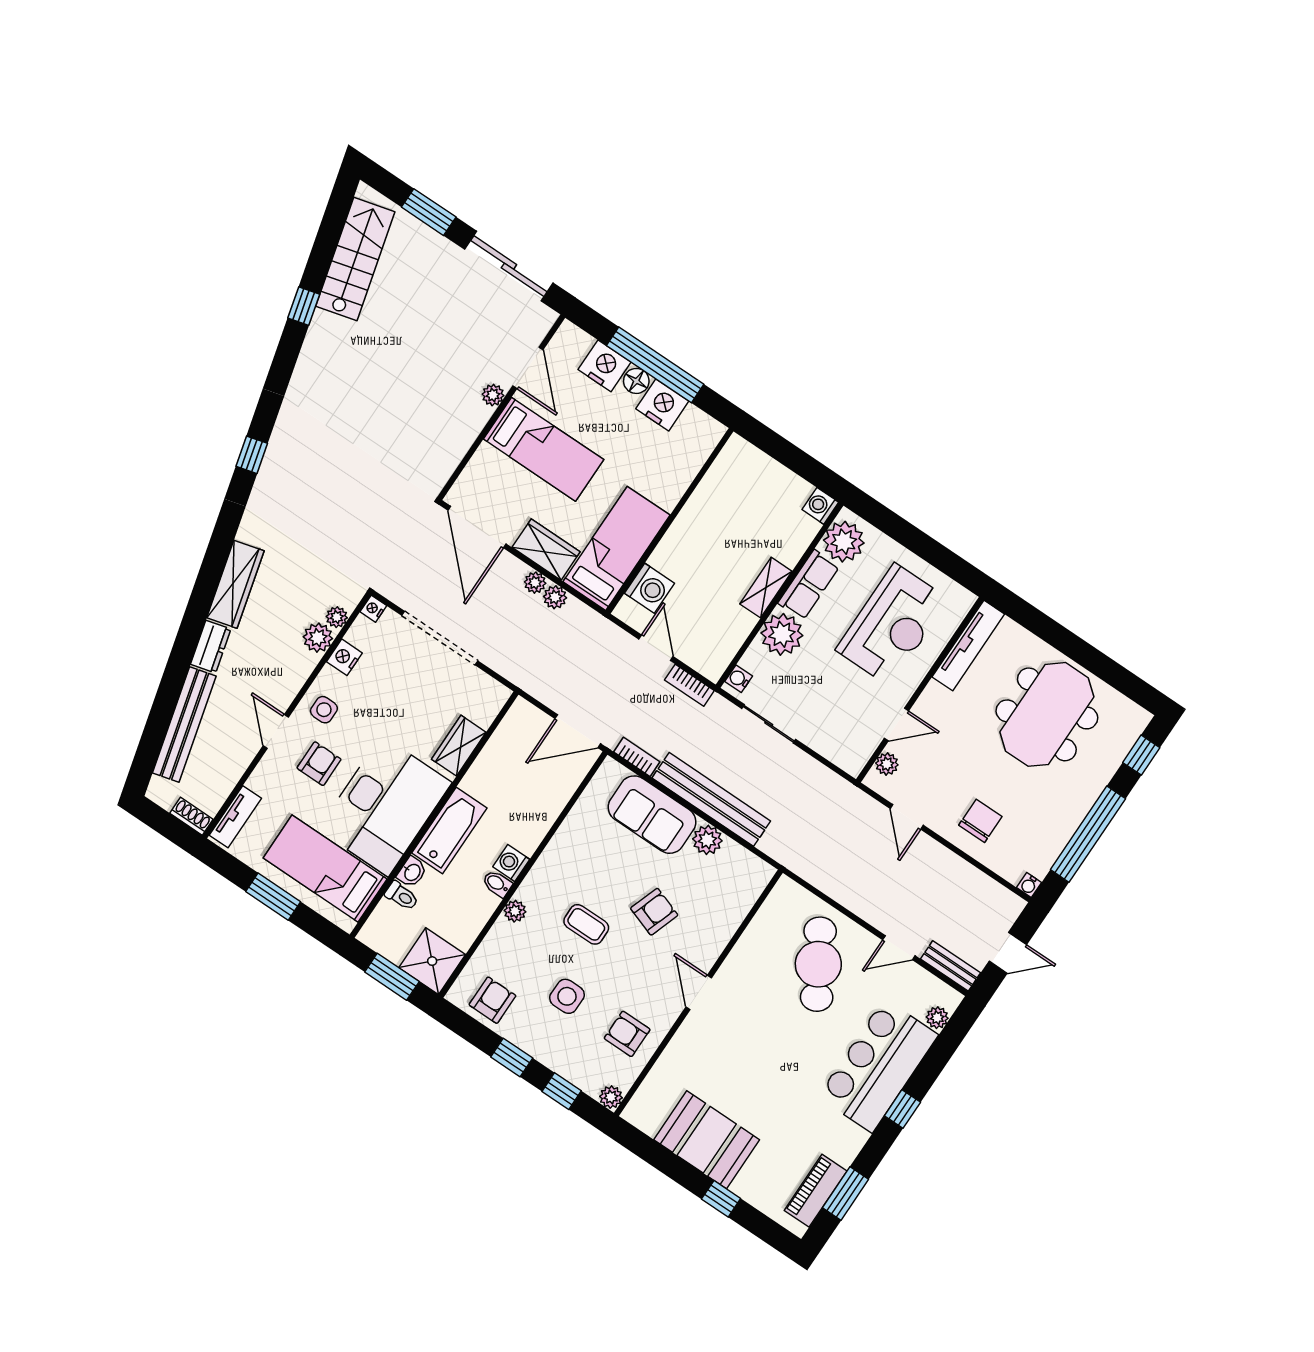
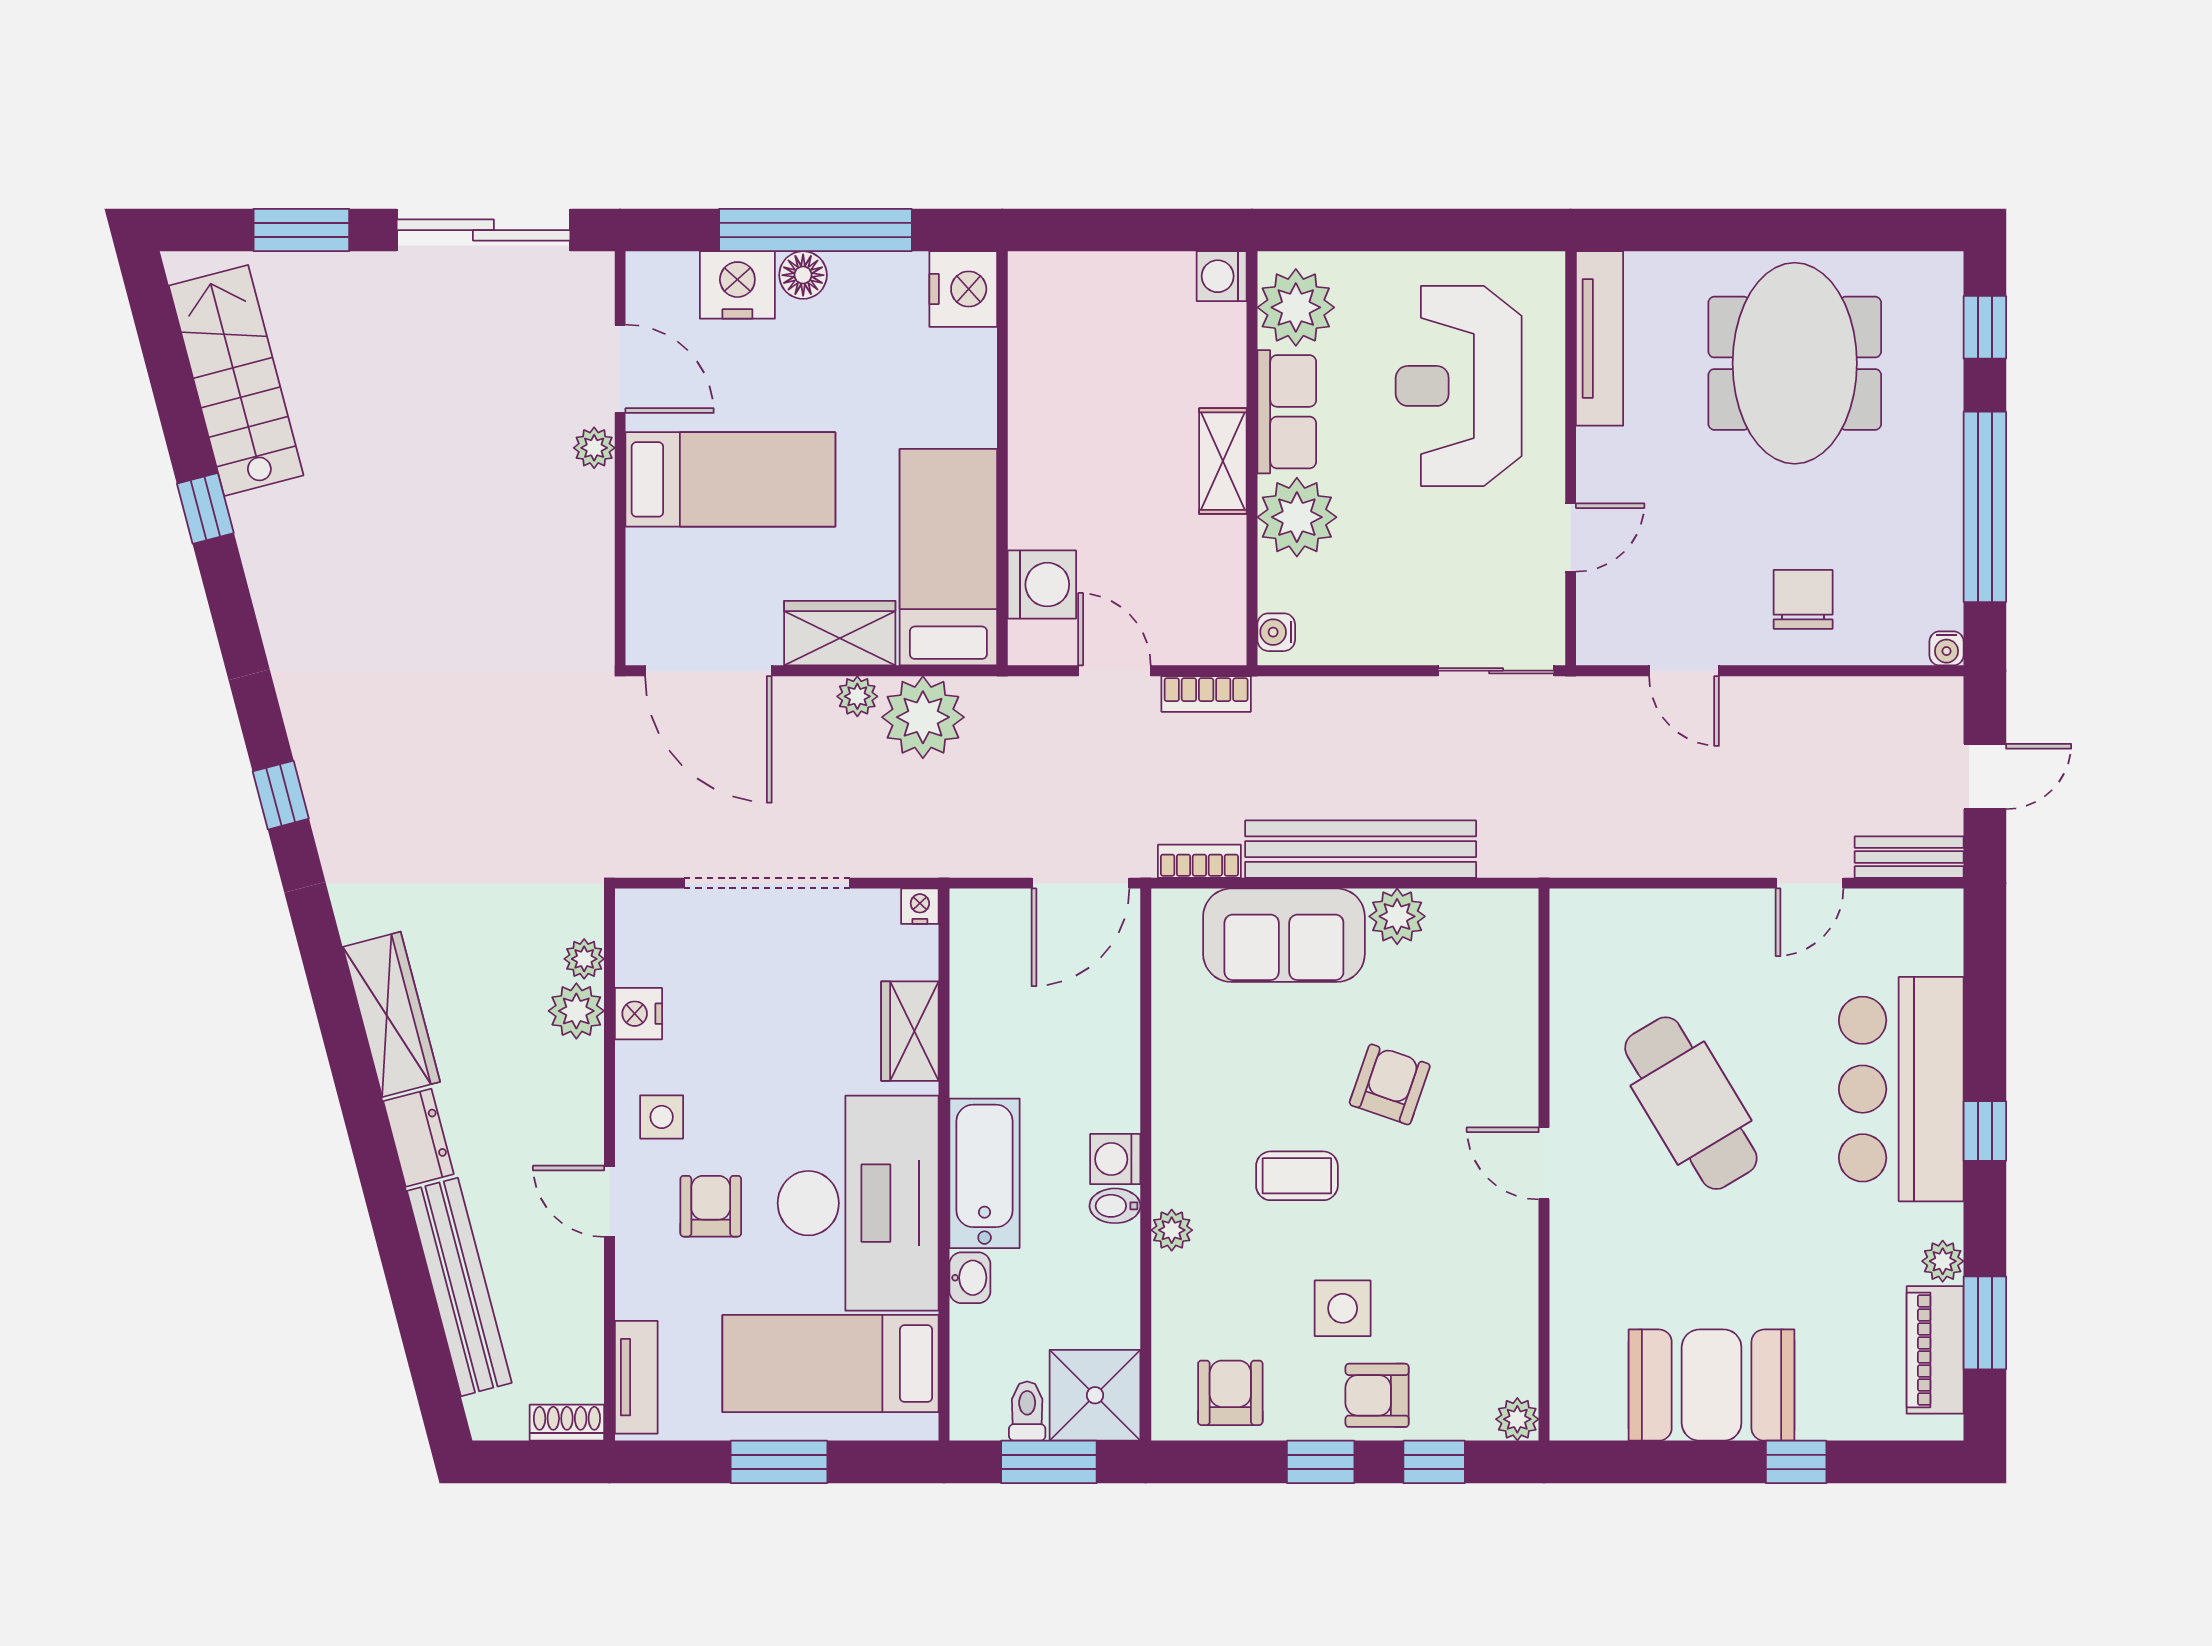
nightstand: (662, 405) -> (963, 289), moved, turned 90
plant: (555, 597) -> (923, 717), width x1.87, depth x1.87
nightstand: (373, 609) -> (920, 906), moved, turned 90
reception desk: (892, 625) -> (1459, 386), turned 180
sliding door: (769, 724) -> (1496, 671), moved
plant: (887, 764) -> (1597, 609), removed
toilet: (402, 896) -> (1027, 1411), moved, turned -90
cafe table: (818, 964) -> (1691, 1103), moved
plant: (937, 1018) -> (1943, 1261), moved
armchair: (627, 1034) -> (1377, 1395), moved

